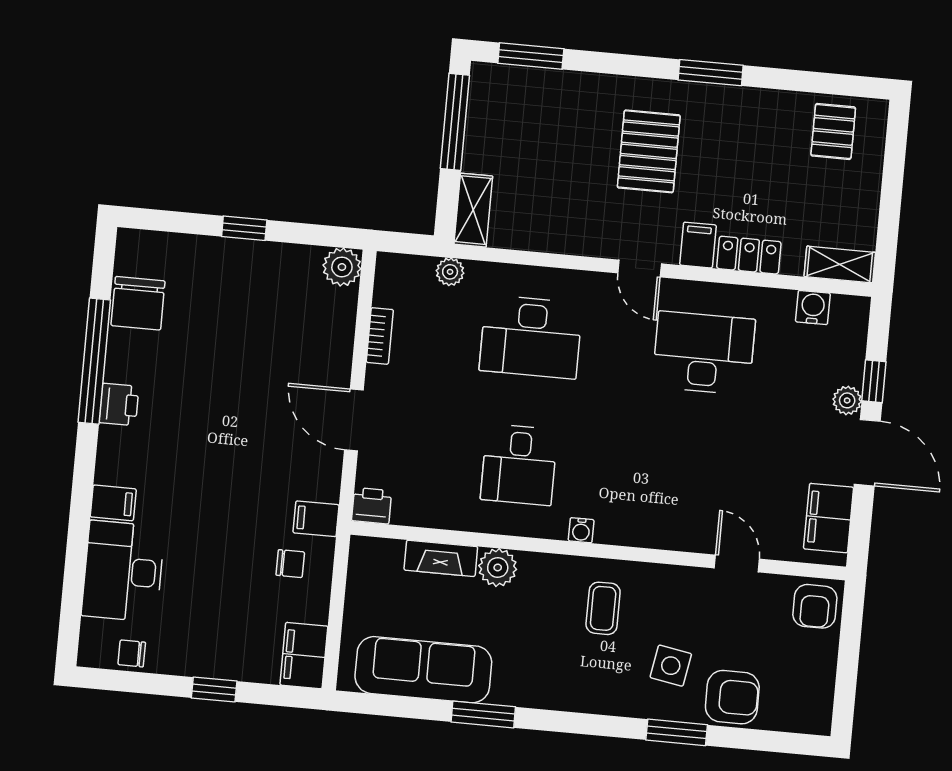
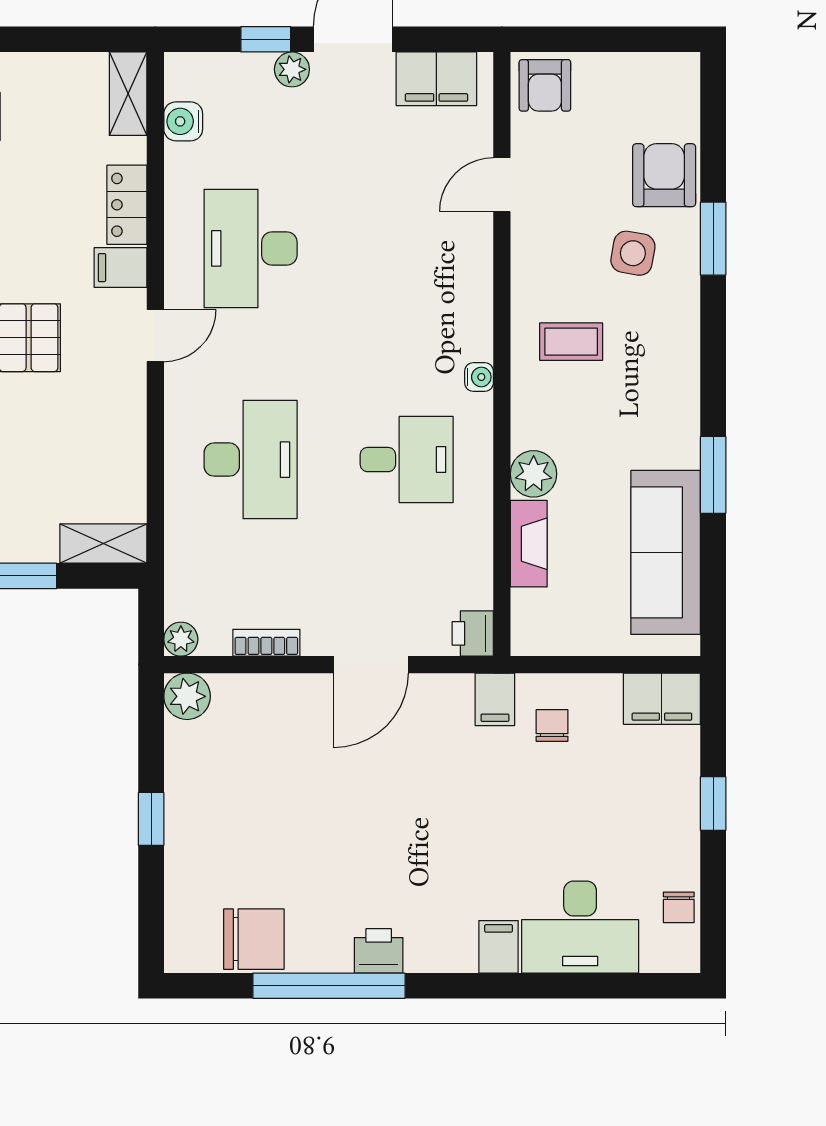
plant: (450, 272) -> (181, 639), moved
armchair: (815, 606) -> (545, 85), turned 90

